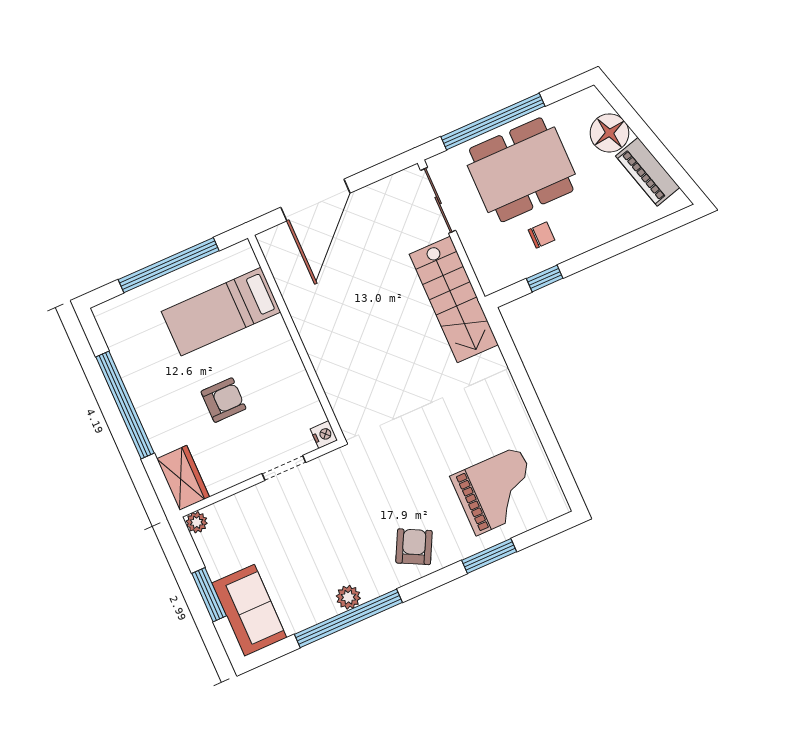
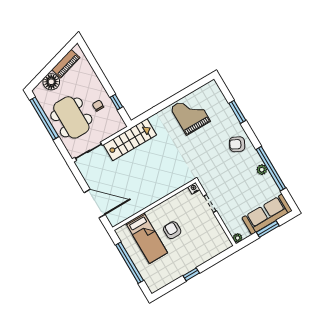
window: (493, 121) -> (44, 118), moved
armchair: (223, 400) -> (172, 230), moved
window: (125, 405) -> (191, 274), width x0.32
wardrobe: (183, 478) -> (219, 246), removed
grand piano: (497, 491) -> (190, 114), moved
sofa: (249, 610) -> (267, 214), width x1.36

